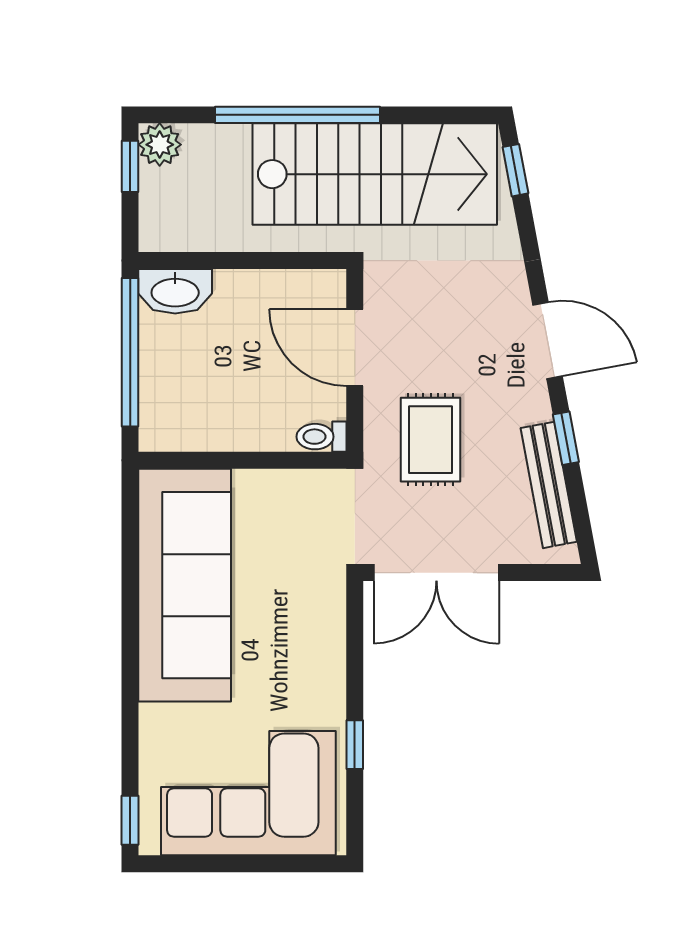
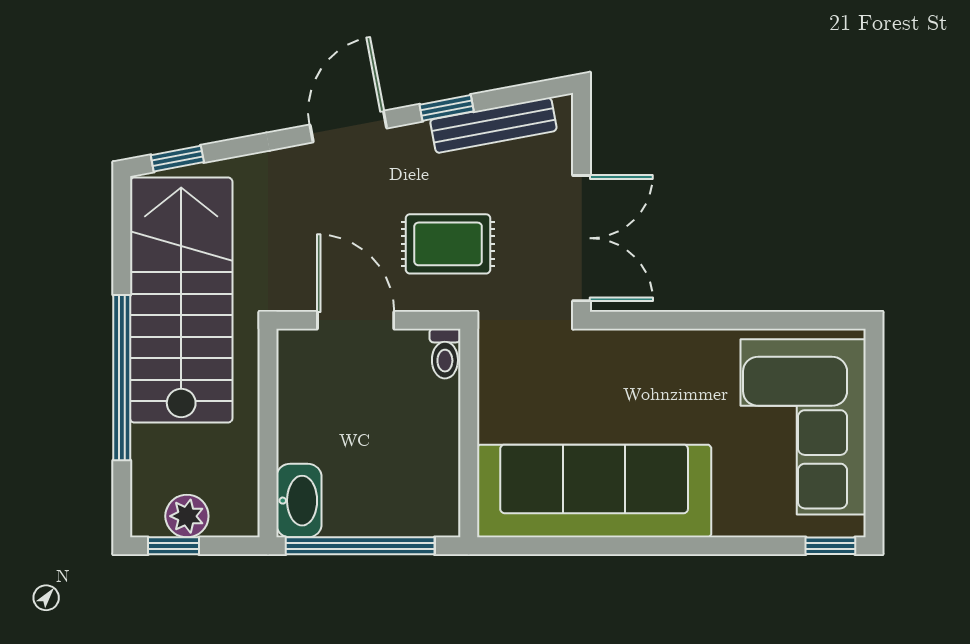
plant: (160, 145) -> (187, 516), moved
door: (355, 348) -> (356, 320), swing flipped
window: (355, 745) -> (754, 320), removed

